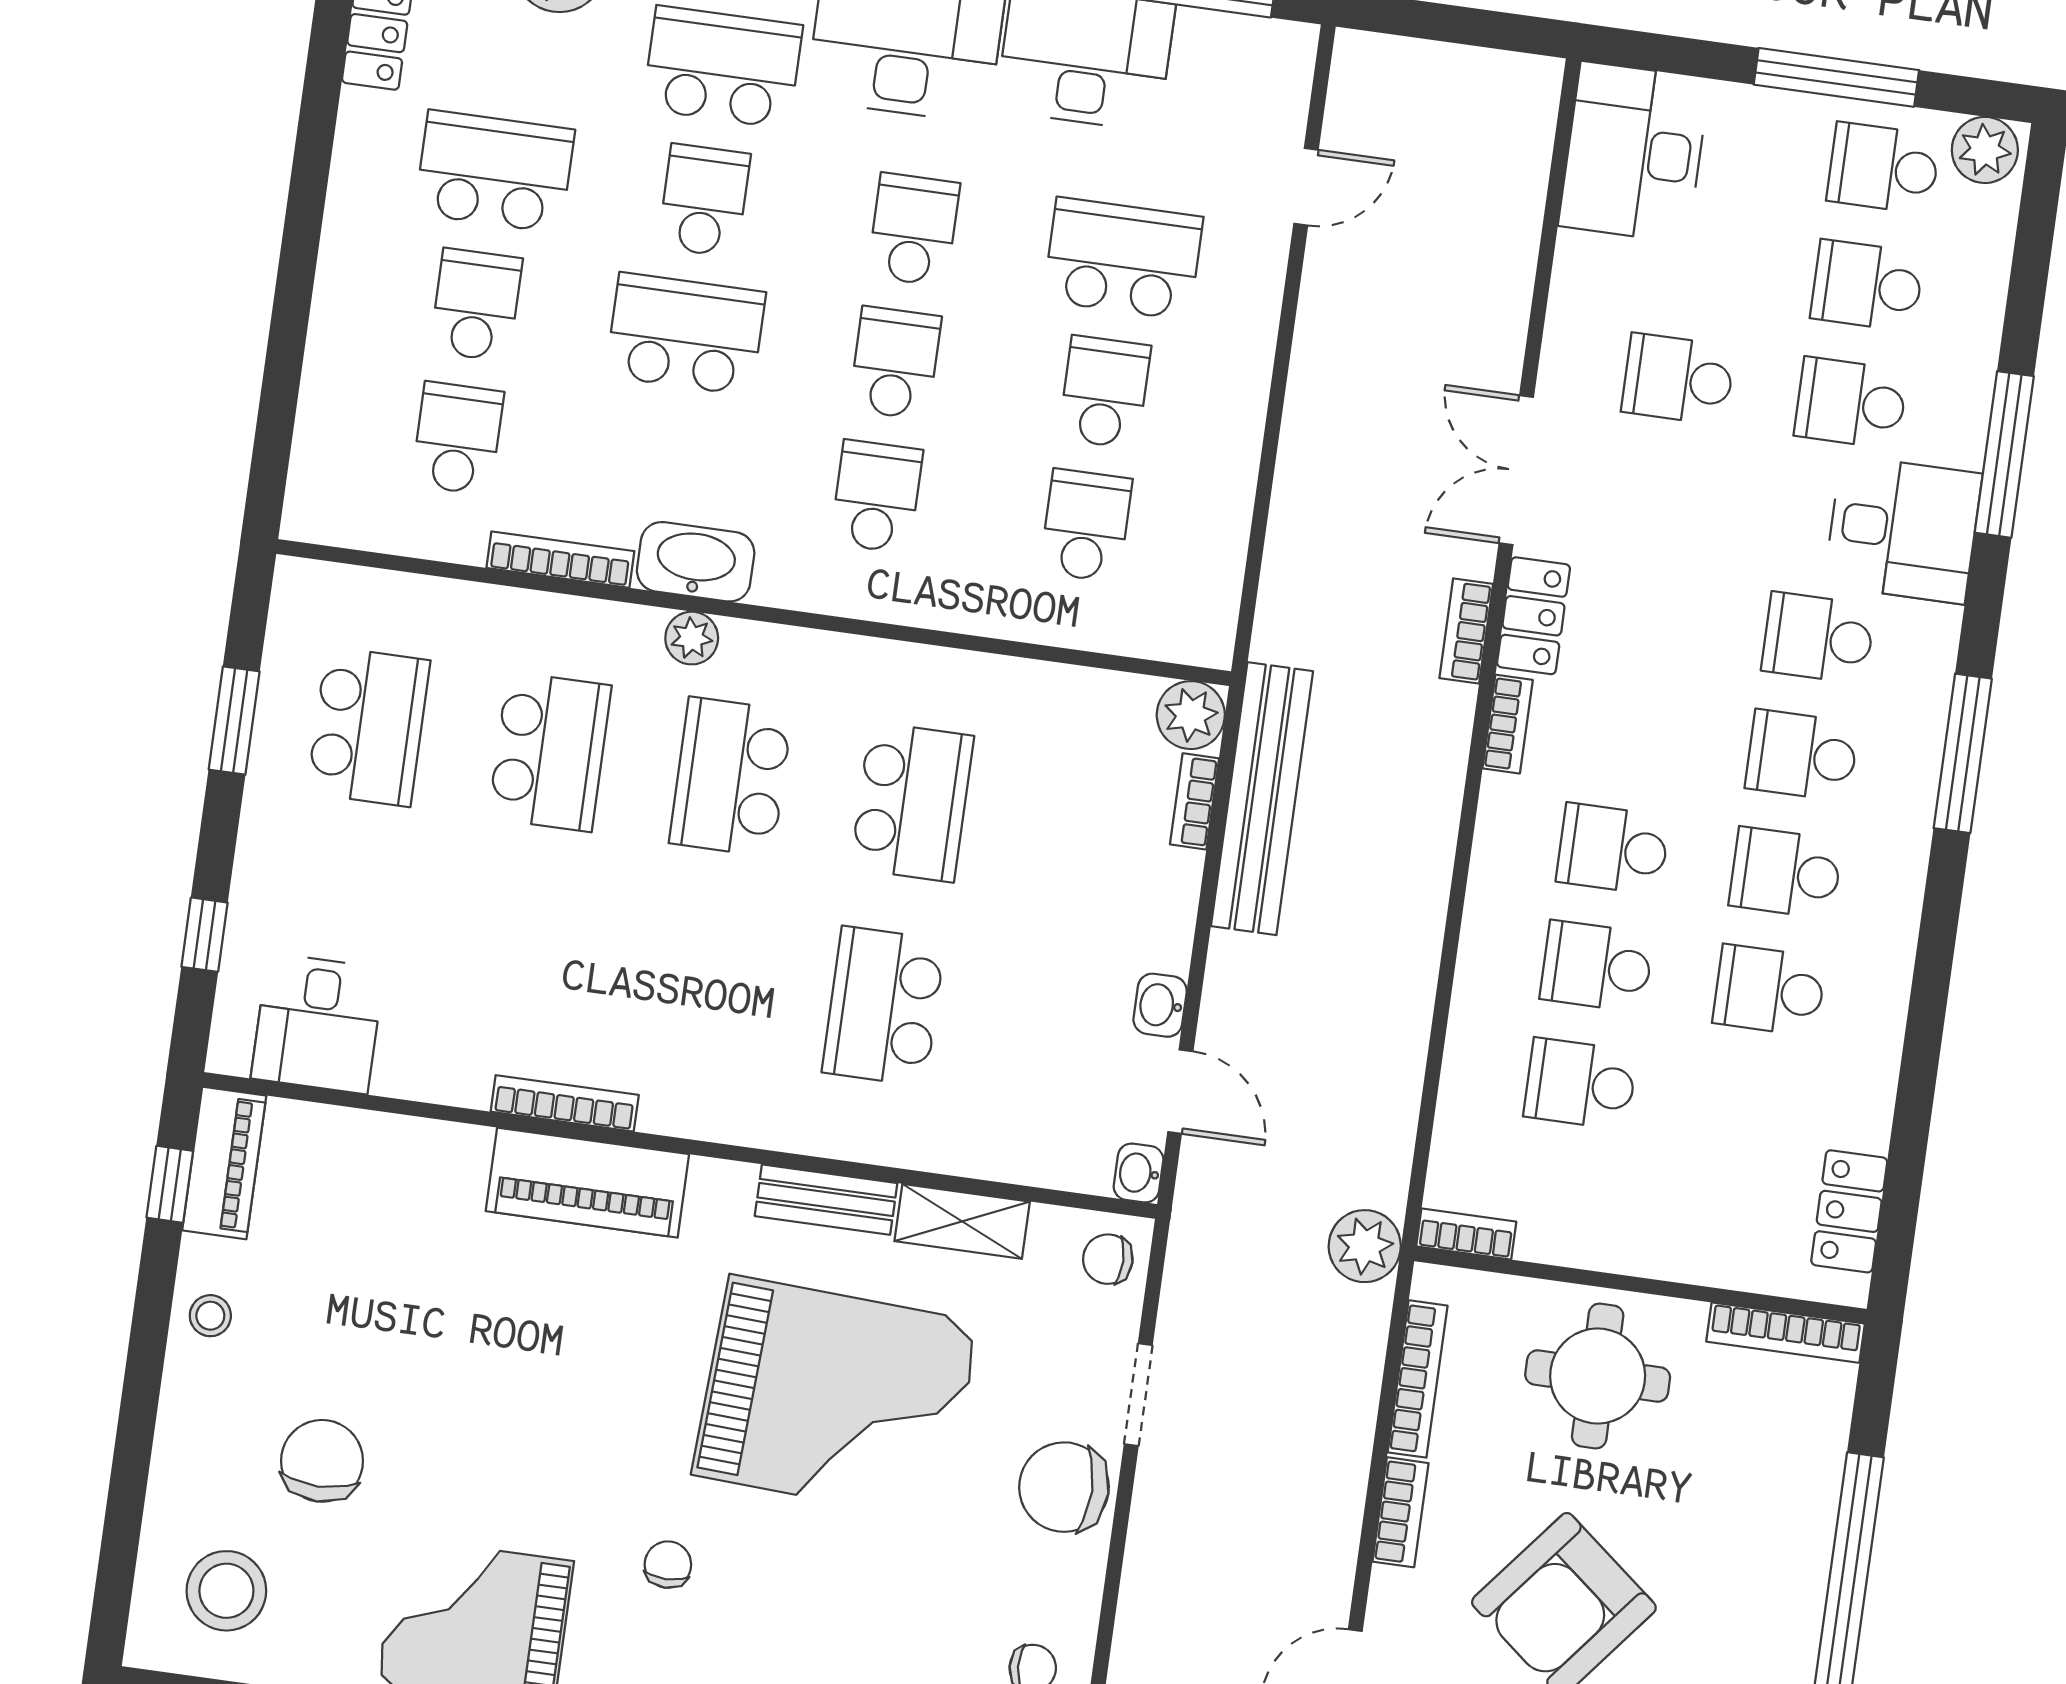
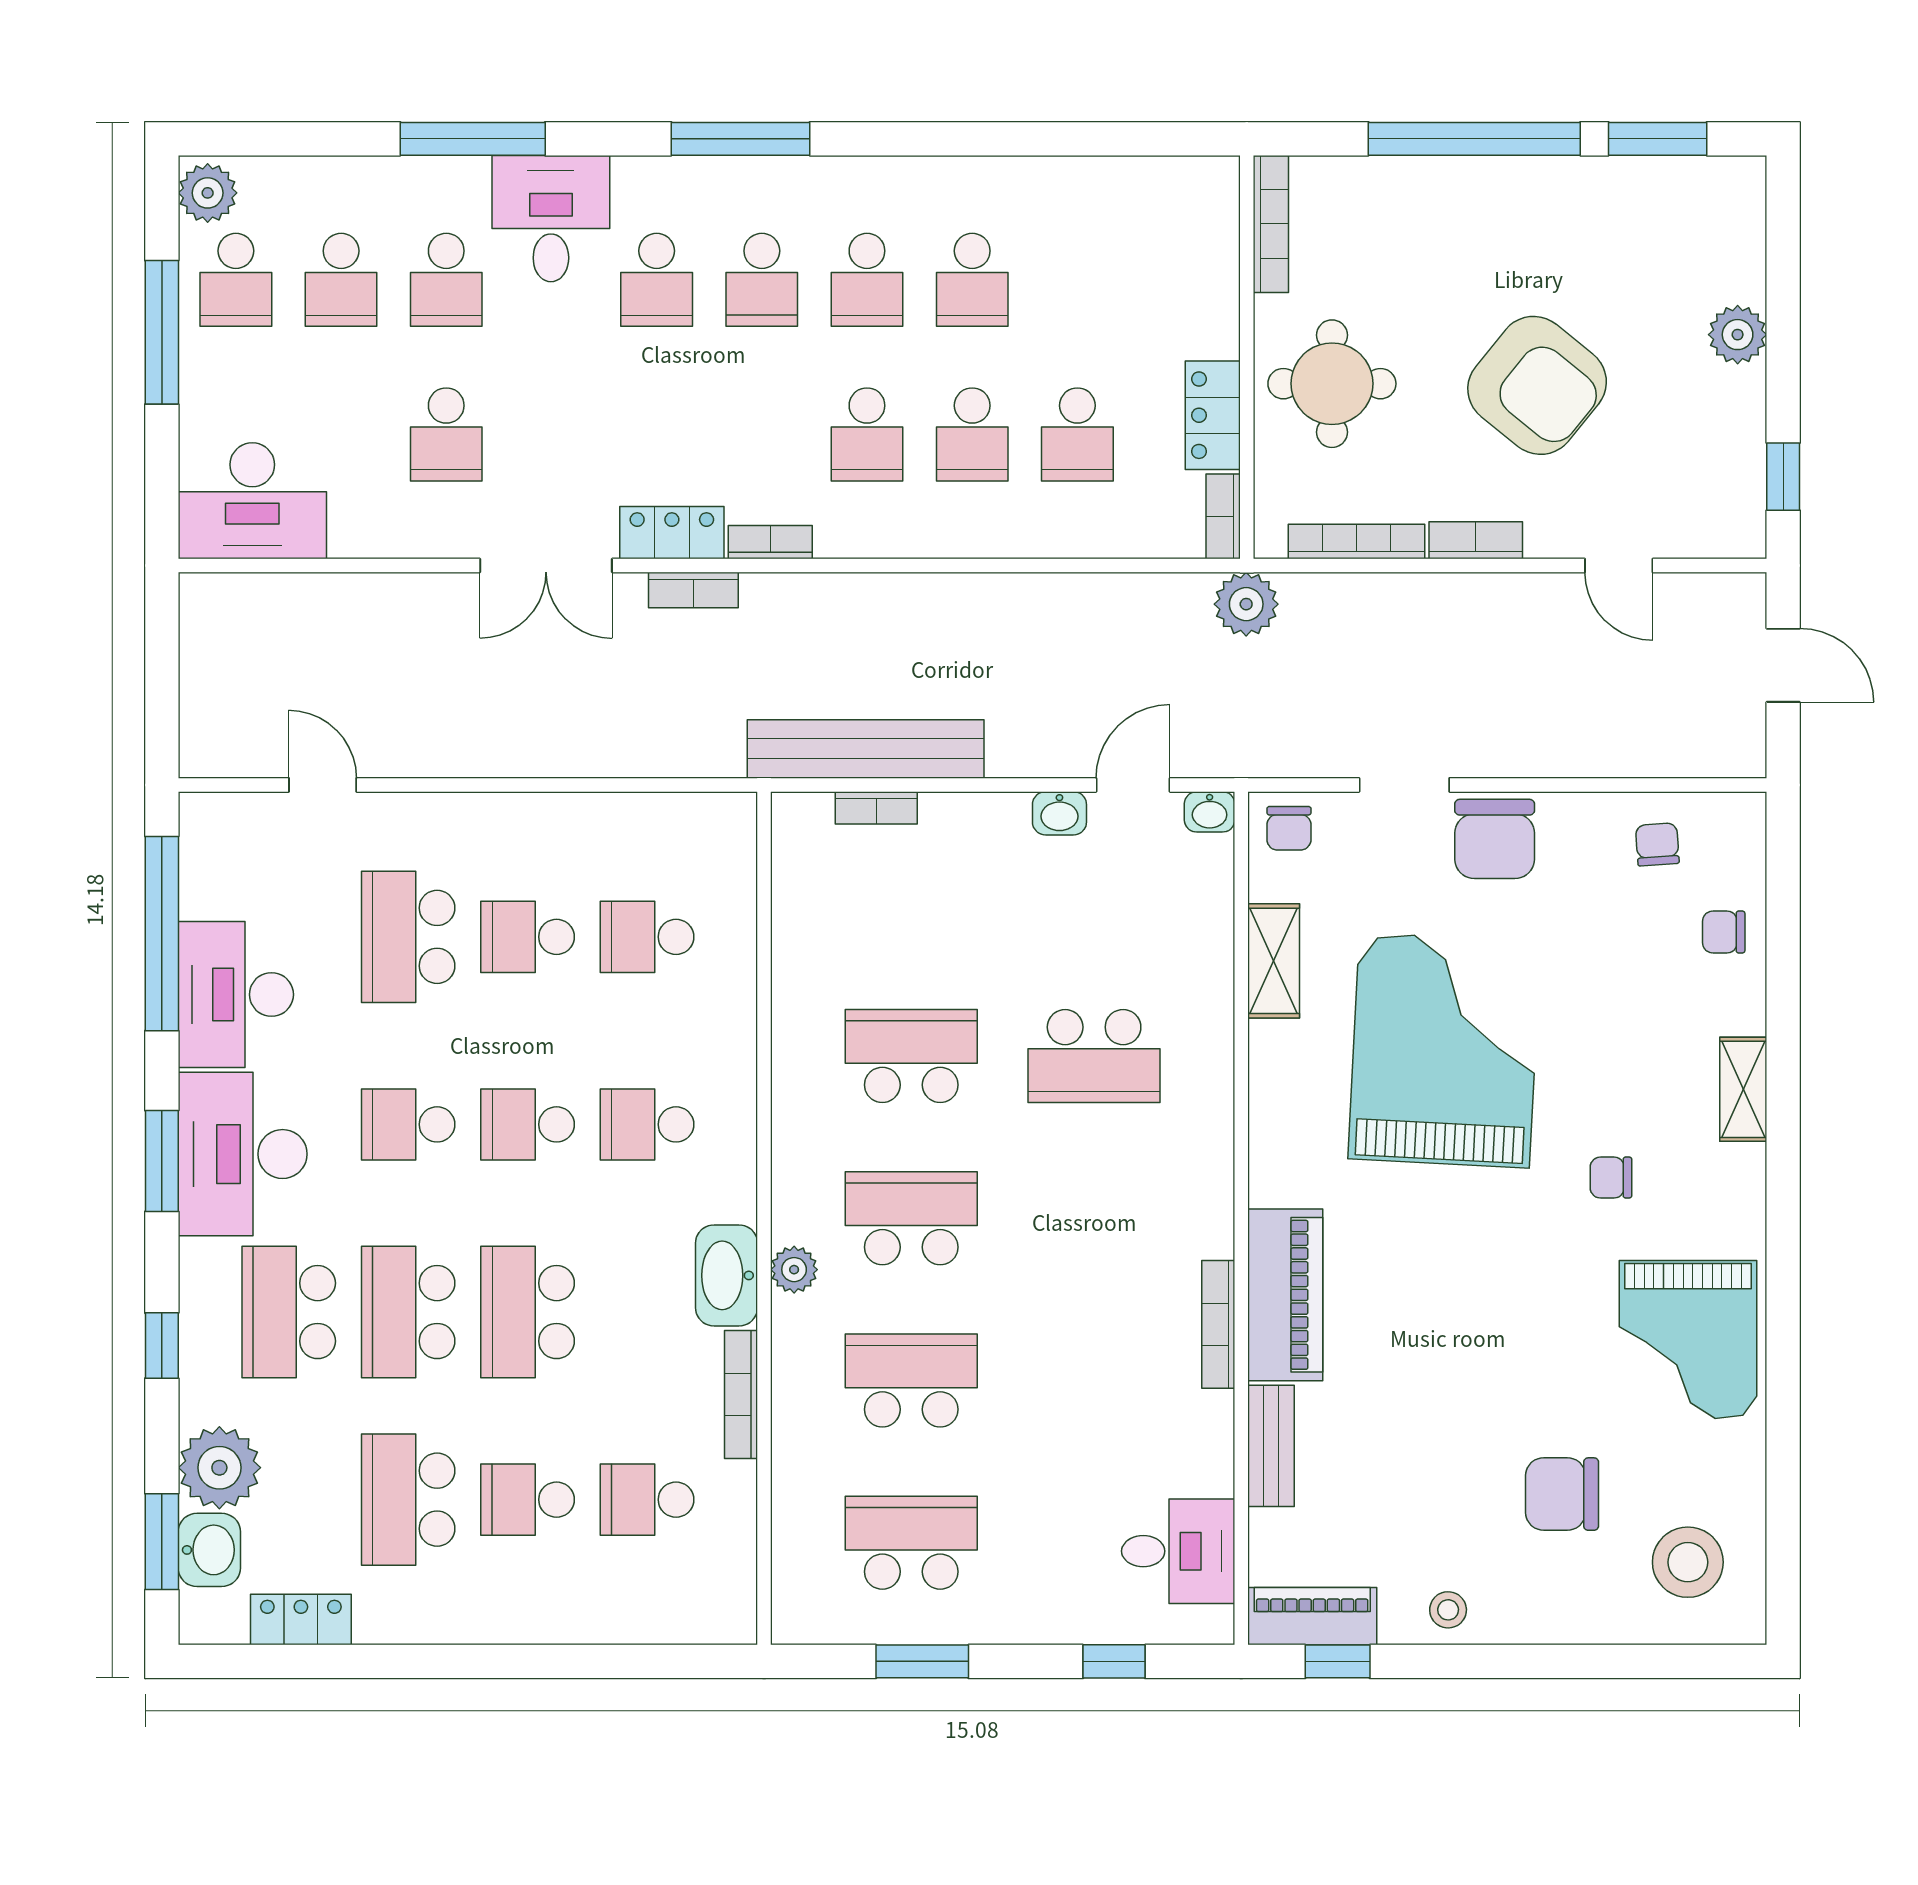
school desk: (704, 201) -> (408, 1312), width x1.85
plant: (1191, 715) -> (801, 822), removed
school desk: (731, 777) -> (911, 1218), turned 180
bench: (826, 1200) -> (1271, 1446), moved
locker: (1849, 1211) -> (1213, 415), moved, turned 90

